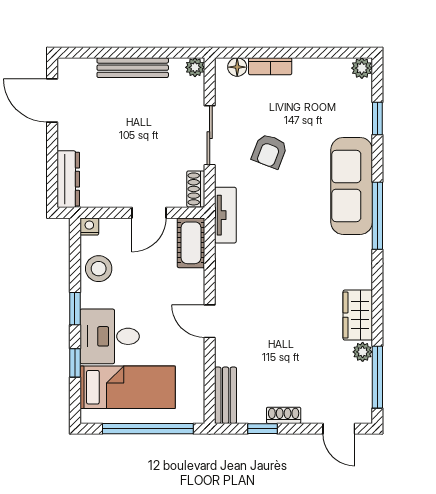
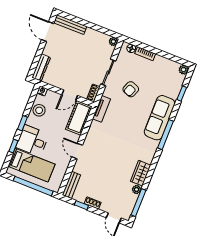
bench: (133, 68) -> (70, 25), moved
cot: (191, 243) -> (79, 118), width x1.37, depth x1.34

